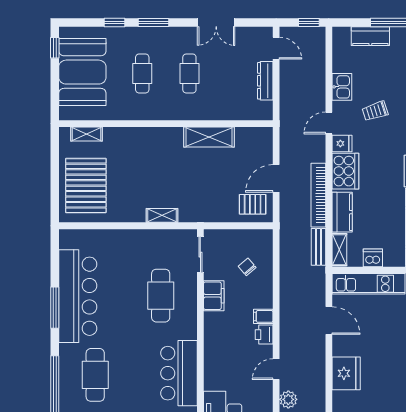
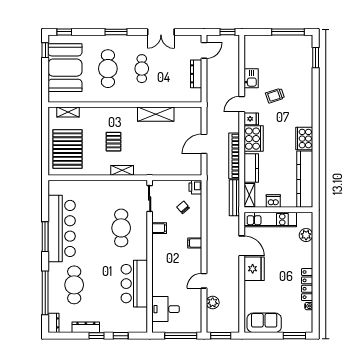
window: (114, 22) -> (64, 32), moved
kitchen counter: (370, 36) -> (272, 42), removed
door: (276, 48) -> (204, 50), hinge flipped
cafe table: (142, 73) -> (108, 69), width x1.37, depth x1.35
pallet: (253, 204) -> (113, 142), moved, turned 90
bench: (318, 247) -> (234, 198), width x1.36
filing cabinet: (214, 296) -> (159, 228), width x0.50
printer: (264, 335) -> (195, 187), moved
fridge: (346, 373) -> (254, 269), moved

